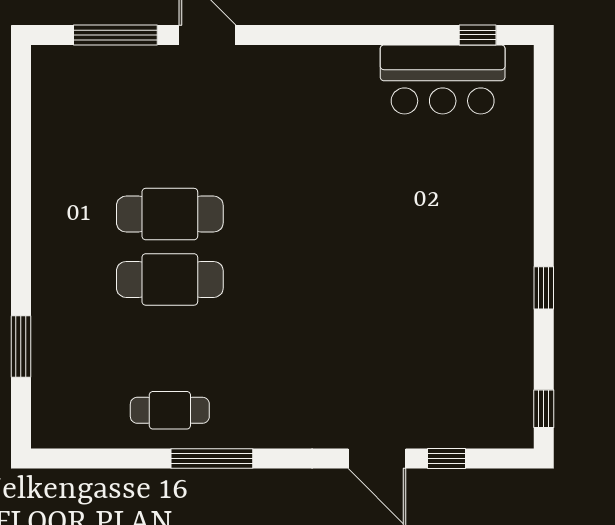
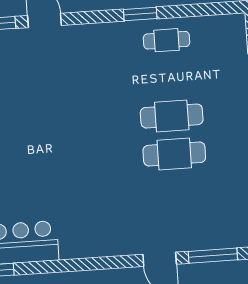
window: (212, 459) -> (140, 14), width x0.69

